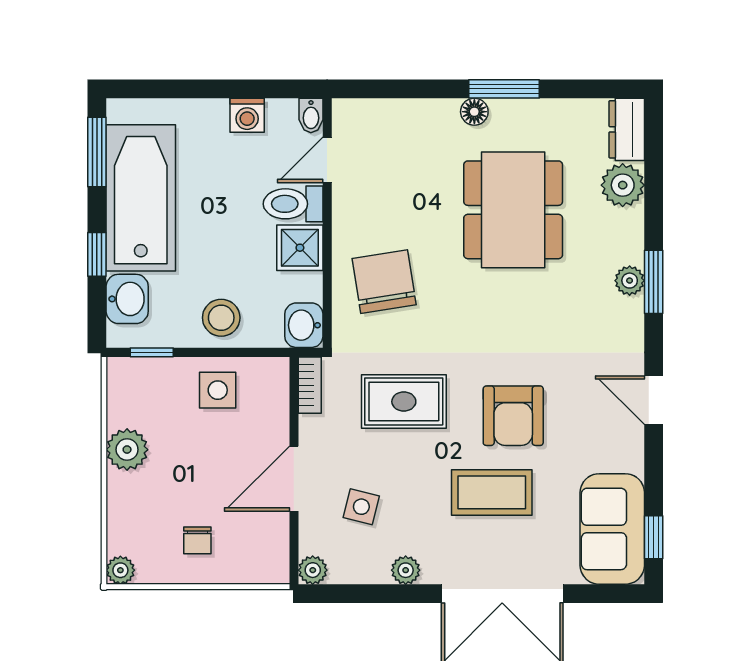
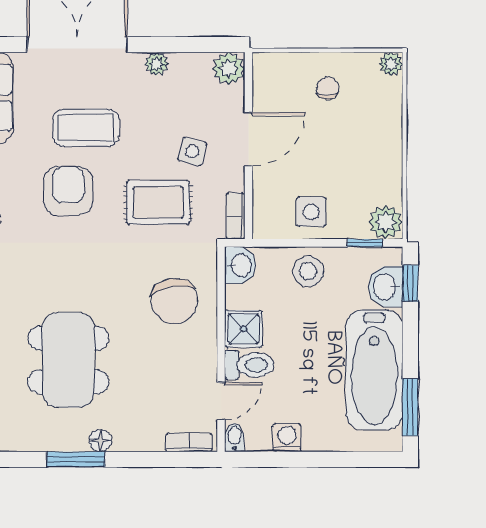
bookcase: (366, 109) -> (189, 442), added
window: (97, 254) -> (410, 283), moved
plant: (127, 450) -> (386, 222), moved
side table: (361, 507) -> (192, 152), moved
plant: (313, 570) -> (229, 68), width x1.38, depth x1.38

